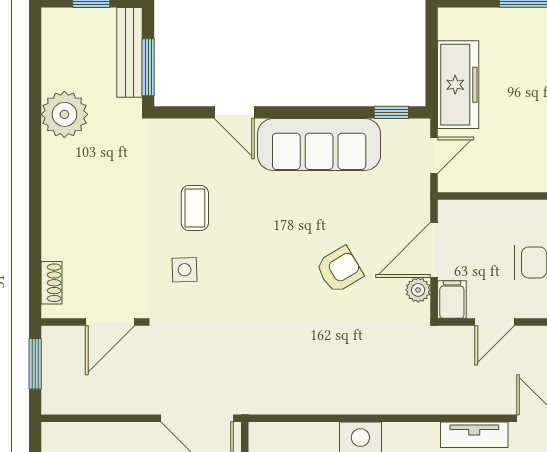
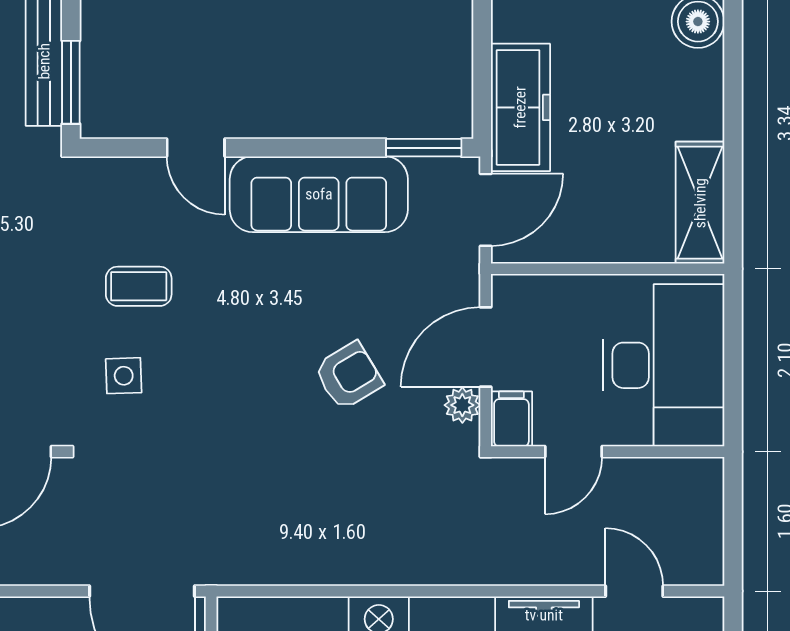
window: (391, 112) -> (424, 148), width x1.50
door: (434, 155) -> (486, 210), width x1.38
coffee table: (195, 208) -> (139, 286), turned 90

